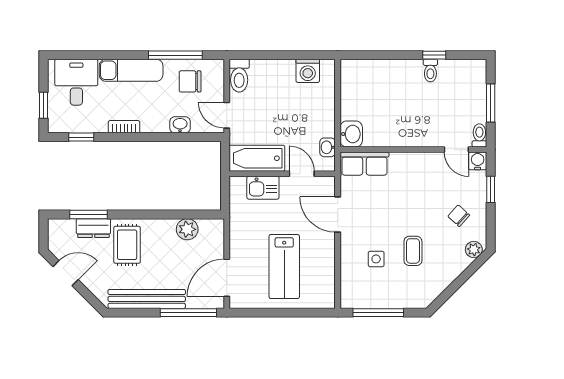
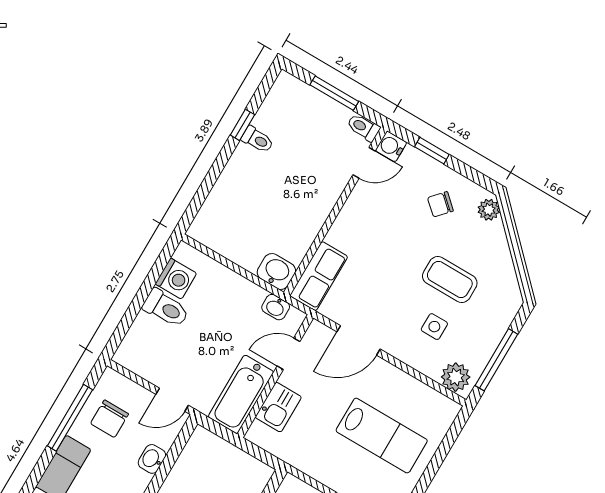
toilet: (239, 76) -> (166, 308), moved
coffee table: (413, 251) -> (450, 280), width x1.36, depth x1.30
plant: (351, 292) -> (456, 377), added

